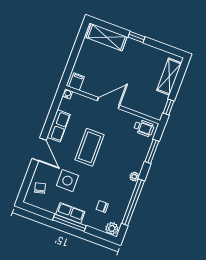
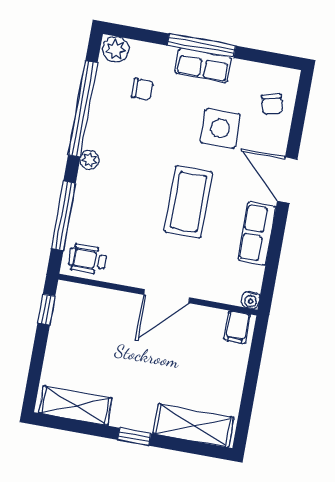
shelving: (169, 77) -> (75, 405), moved, turned 90
window: (152, 151) -> (63, 216), width x1.44

